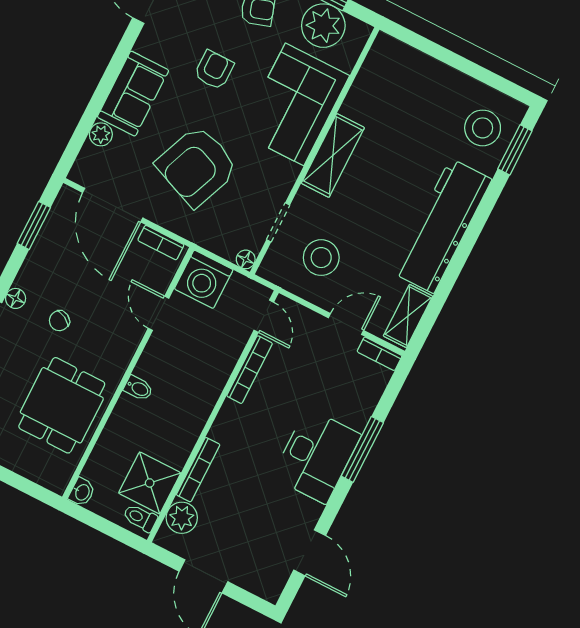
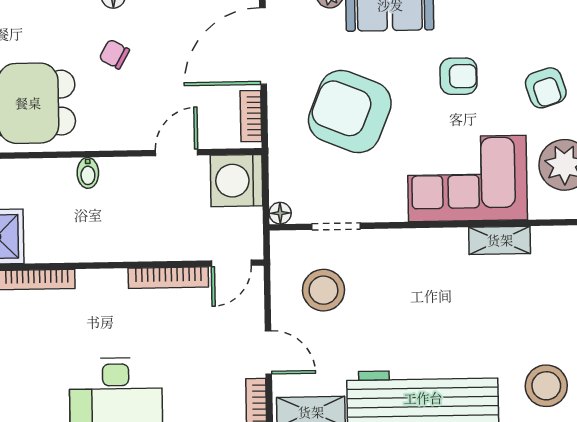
shelving: (333, 155) -> (500, 240), moved, width x0.67, depth x0.75

